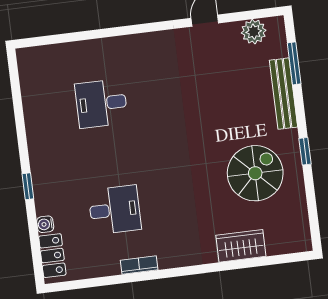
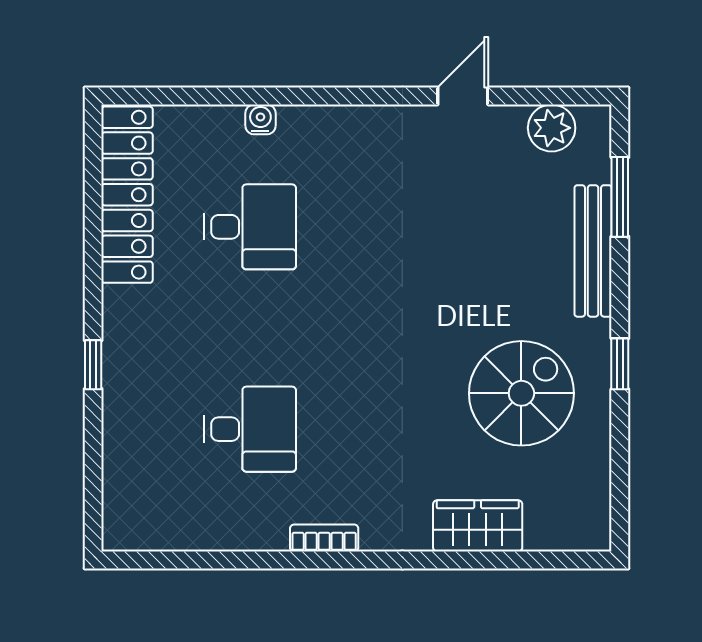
desk: (101, 103) -> (250, 227), turned 180
water cooler: (45, 224) -> (260, 119), moved, turned 90
locker: (52, 256) -> (127, 195), moved, width x2.16, depth x1.21
bookcase: (139, 265) -> (324, 538), moved

